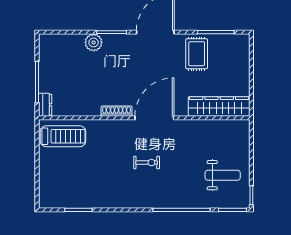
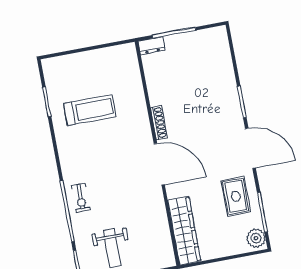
plant: (94, 42) -> (256, 238), moved
rug: (197, 54) -> (236, 196), turned 90
treadmill: (63, 136) -> (90, 110), moved, turned -90
exercise bike: (147, 163) -> (81, 198), moved

